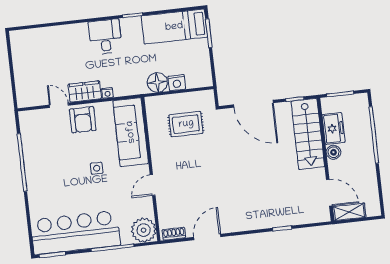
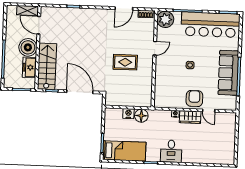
rug: (186, 124) -> (125, 62), moved
sofa: (131, 132) -> (228, 73), moved, turned 180
boiler: (333, 152) -> (28, 47), width x1.86, depth x1.86

